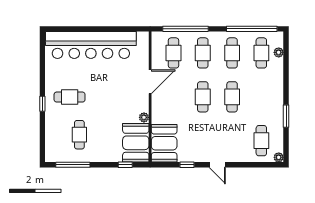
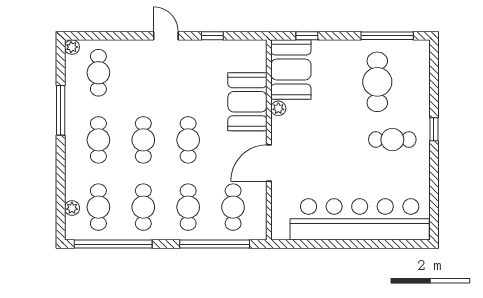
cafe table: (261, 97) -> (98, 140), added
window: (286, 116) -> (61, 110), width x1.44
cafe table: (79, 135) -> (377, 82), width x1.37, depth x1.35
booth: (164, 143) -> (247, 102), moved

